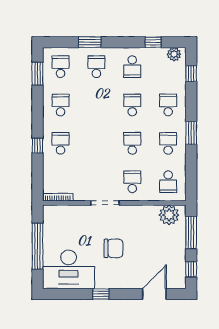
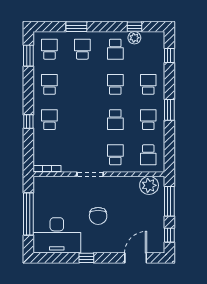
plant: (174, 54) -> (134, 38), moved
school desk: (132, 143) -> (115, 120), turned 180
chair: (113, 248) -> (98, 216), turned 90

